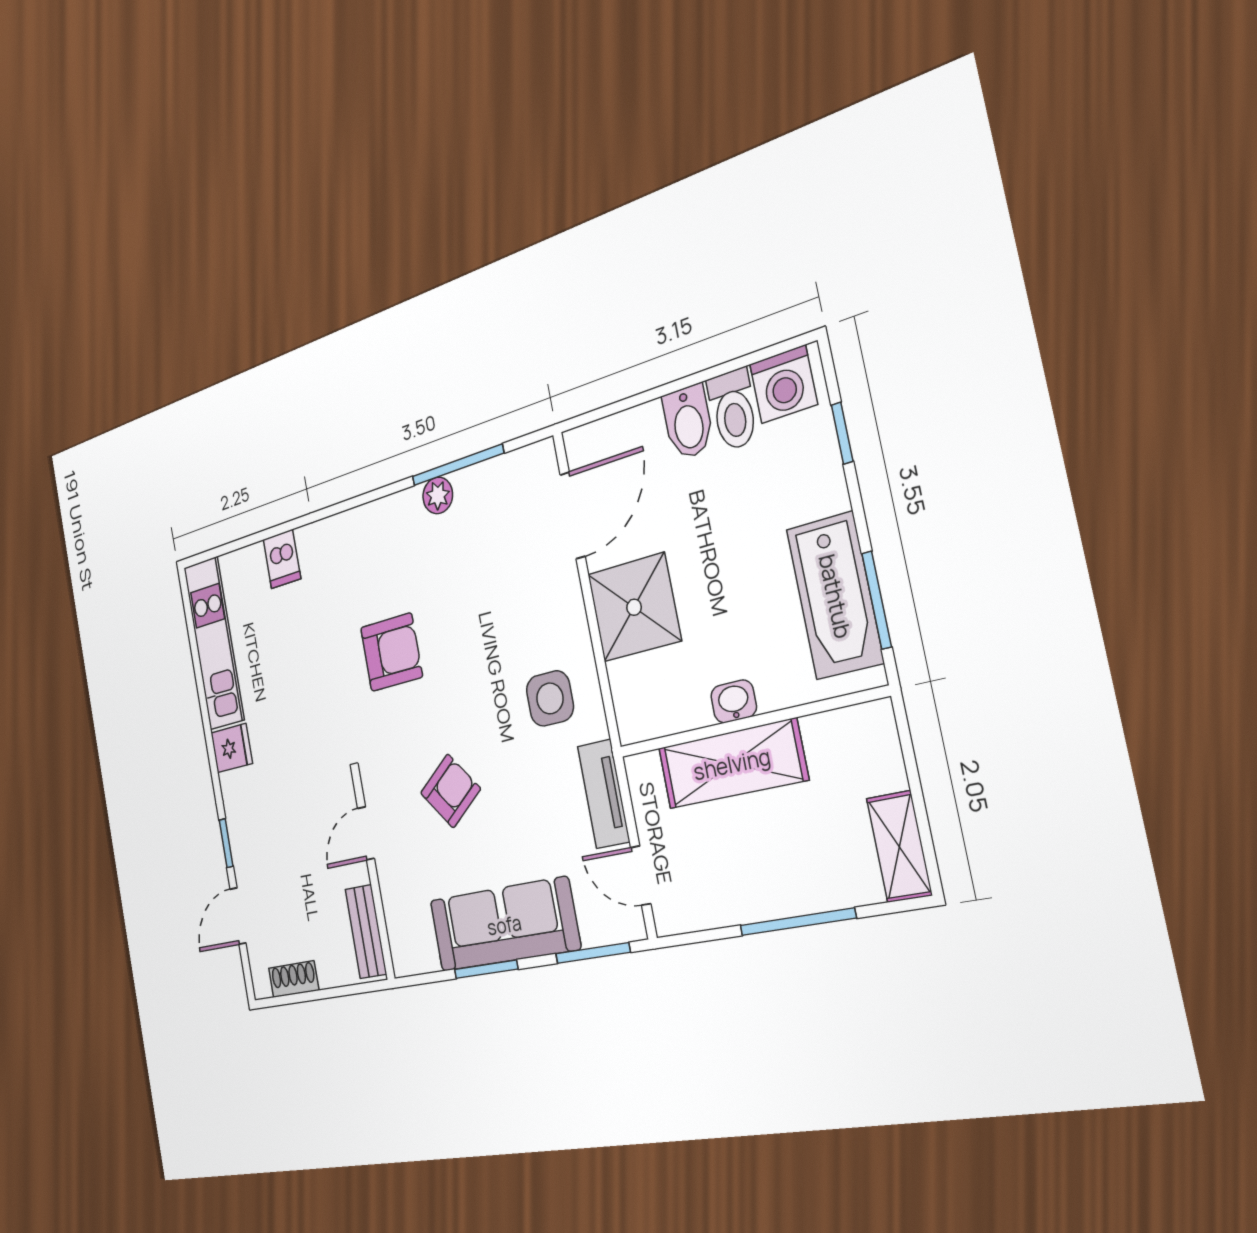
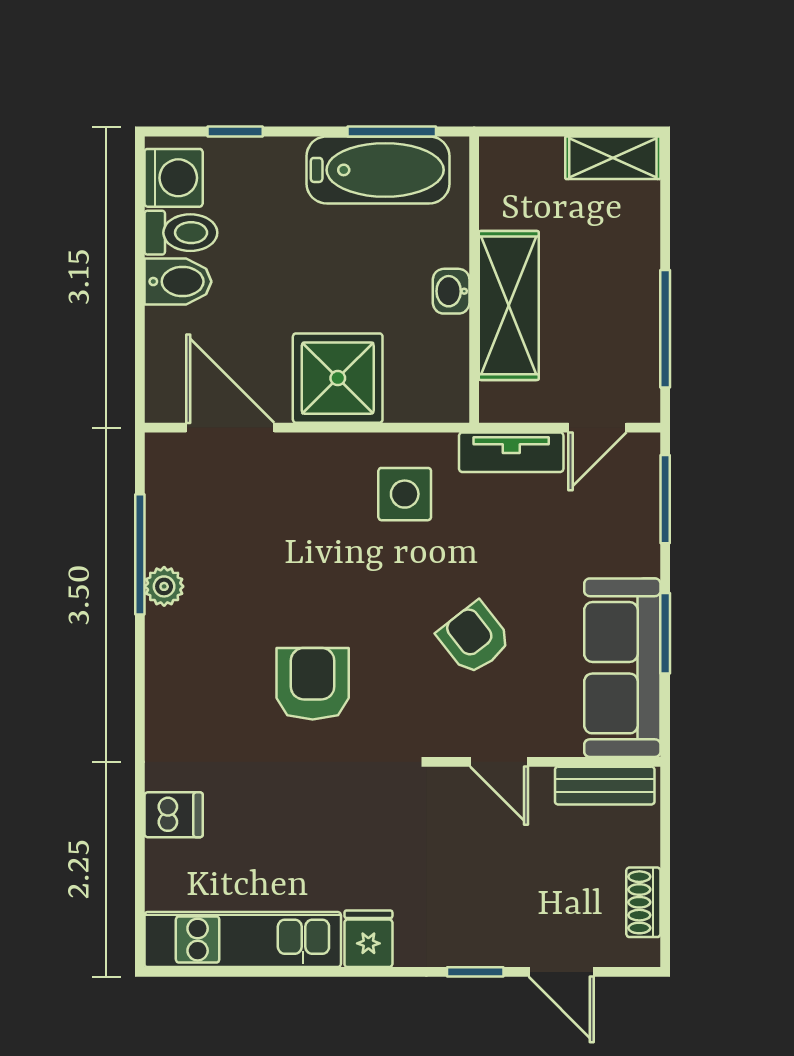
window: (797, 922) -> (665, 329), moved
sofa: (504, 925) -> (622, 668), moved

